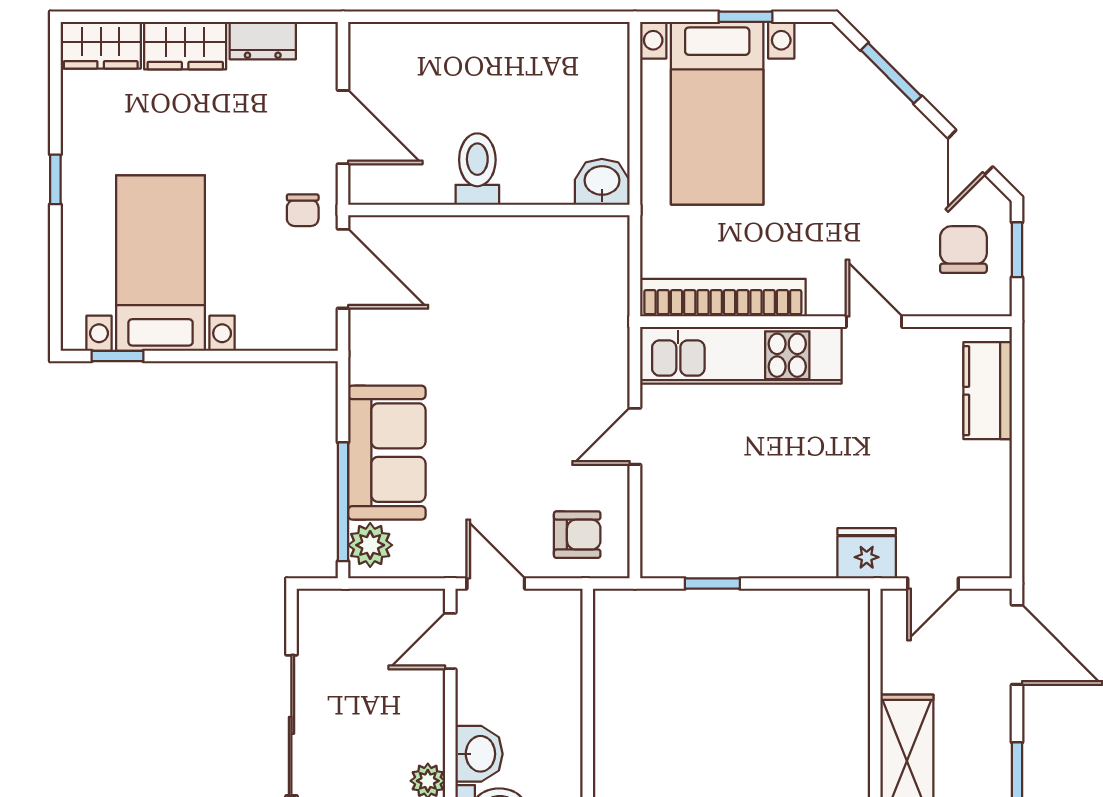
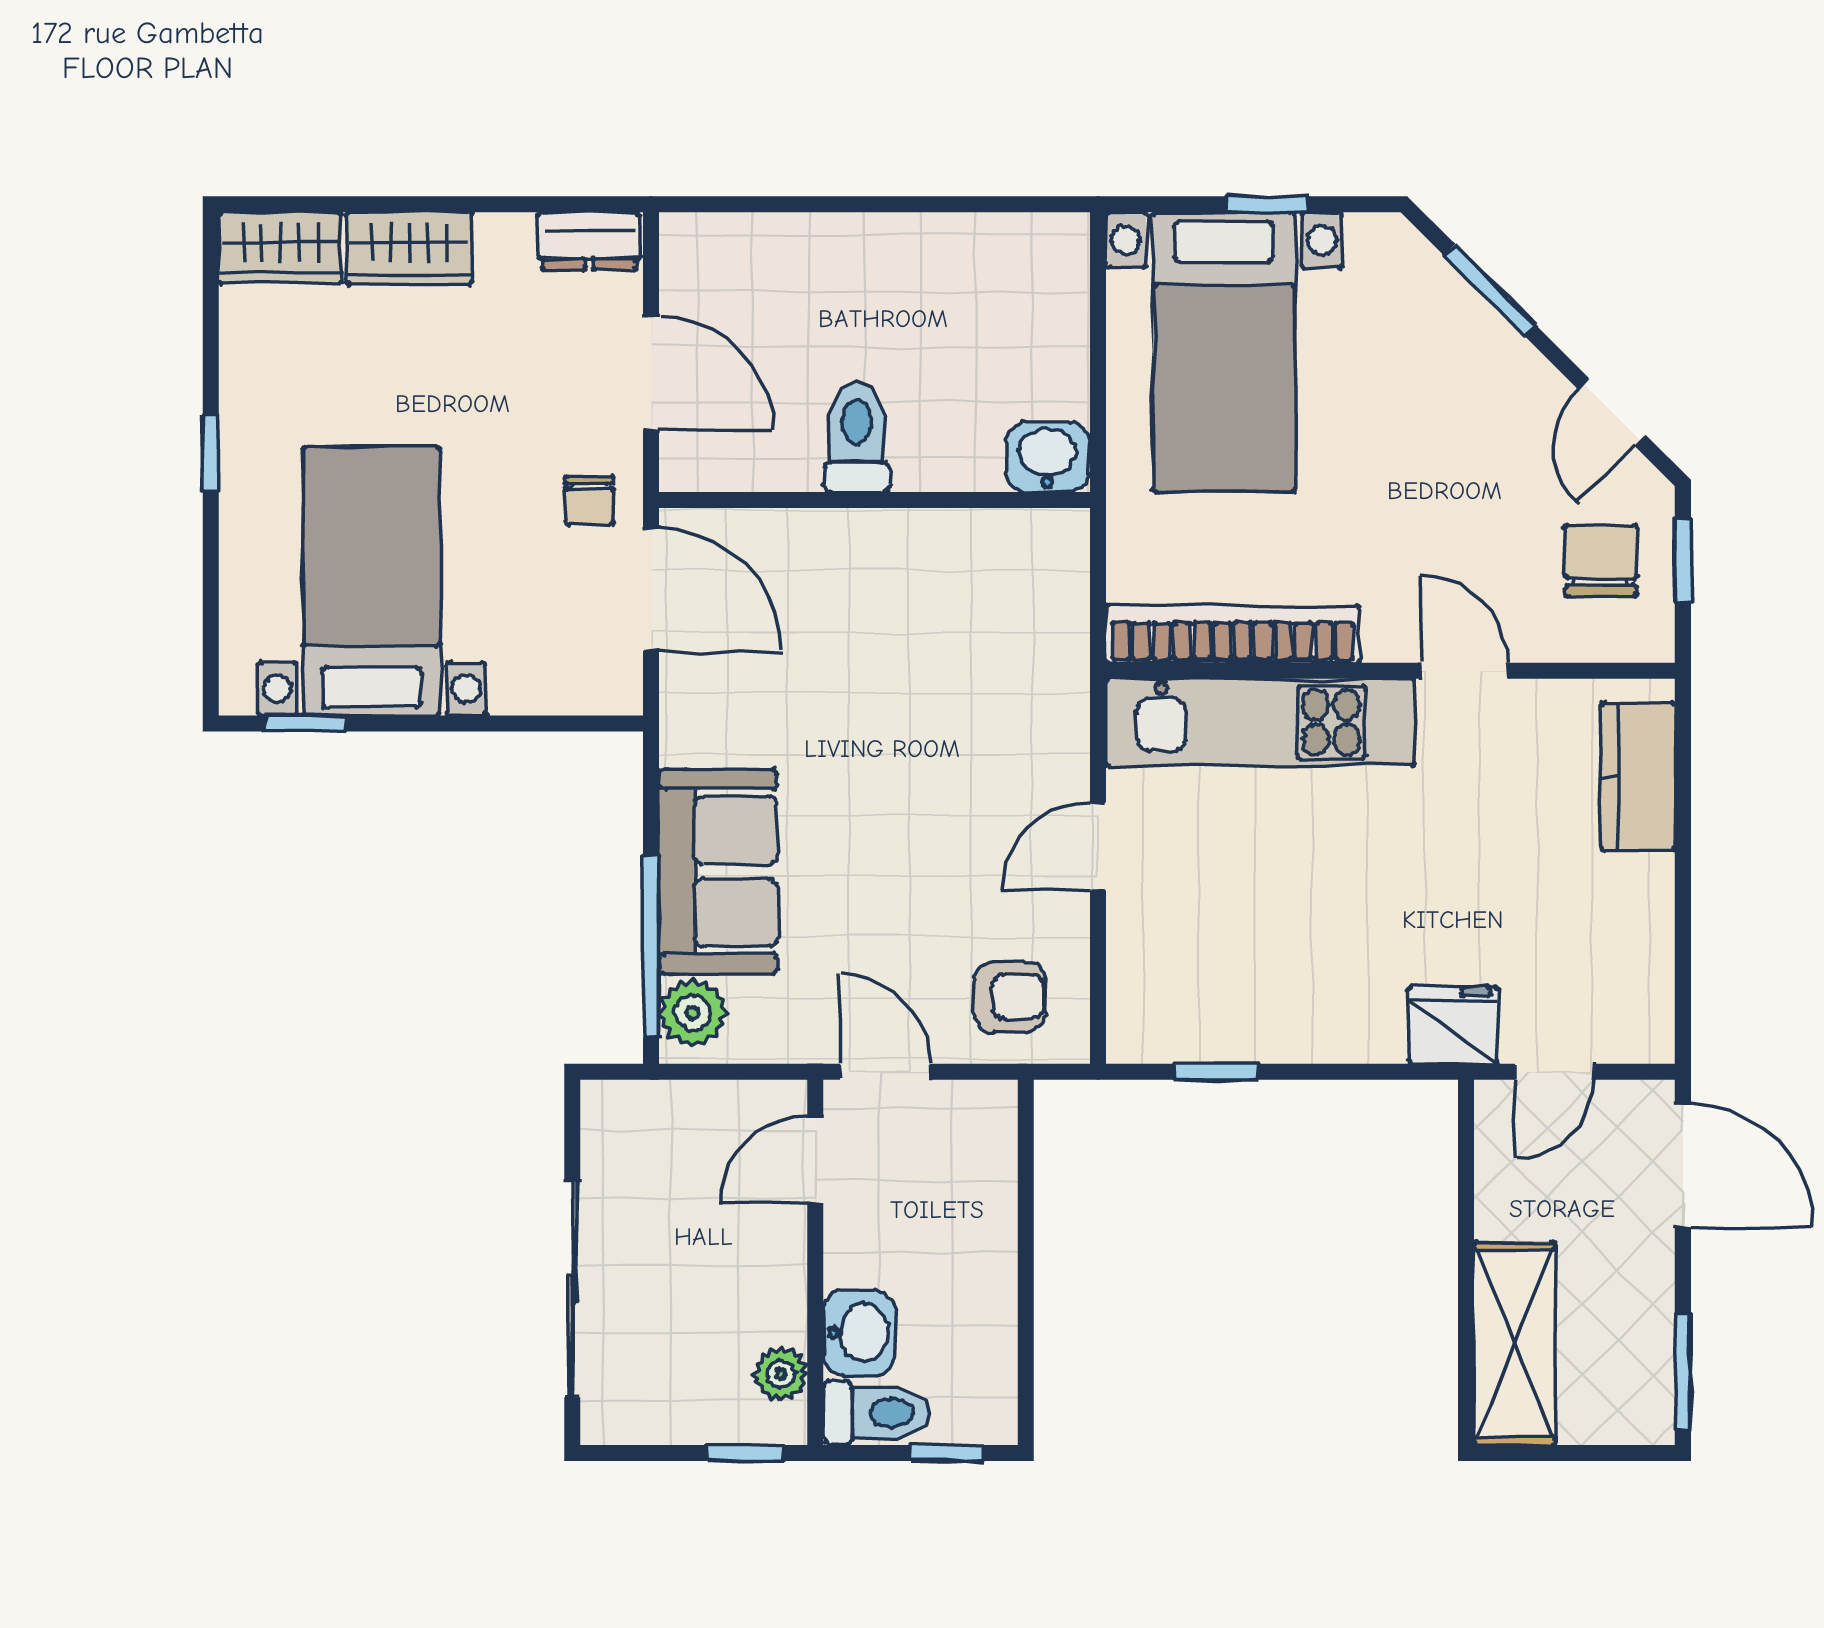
dresser: (263, 41) -> (589, 241), moved

